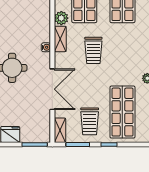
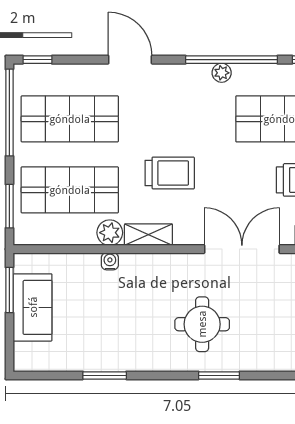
water cooler: (46, 47) -> (110, 261), moved

